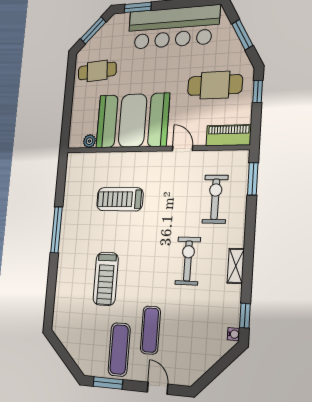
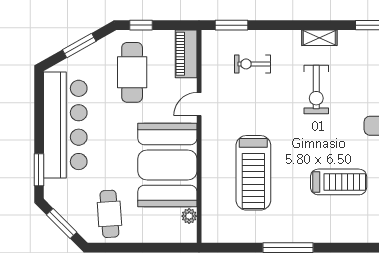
treadmill: (120, 199) -> (253, 173), width x1.37, depth x1.38
exercise bike: (215, 199) -> (252, 64), width x0.73, depth x0.72
exercise bike: (188, 261) -> (316, 89), turned -90

